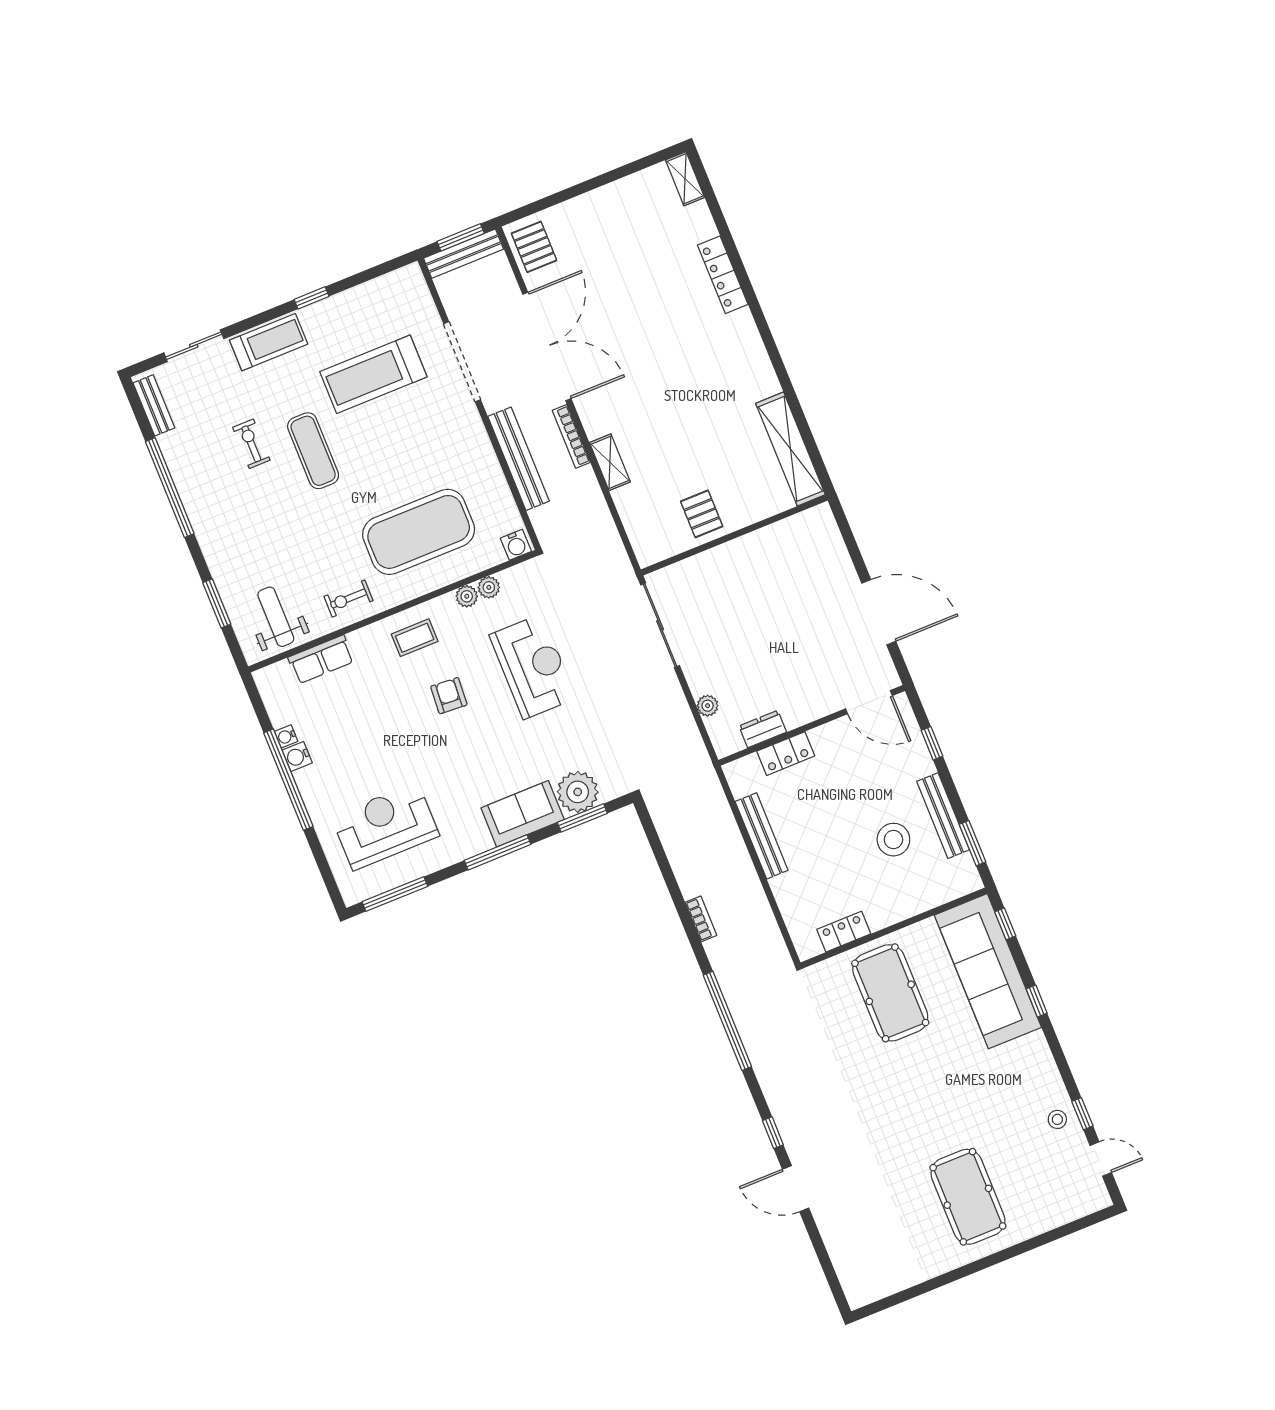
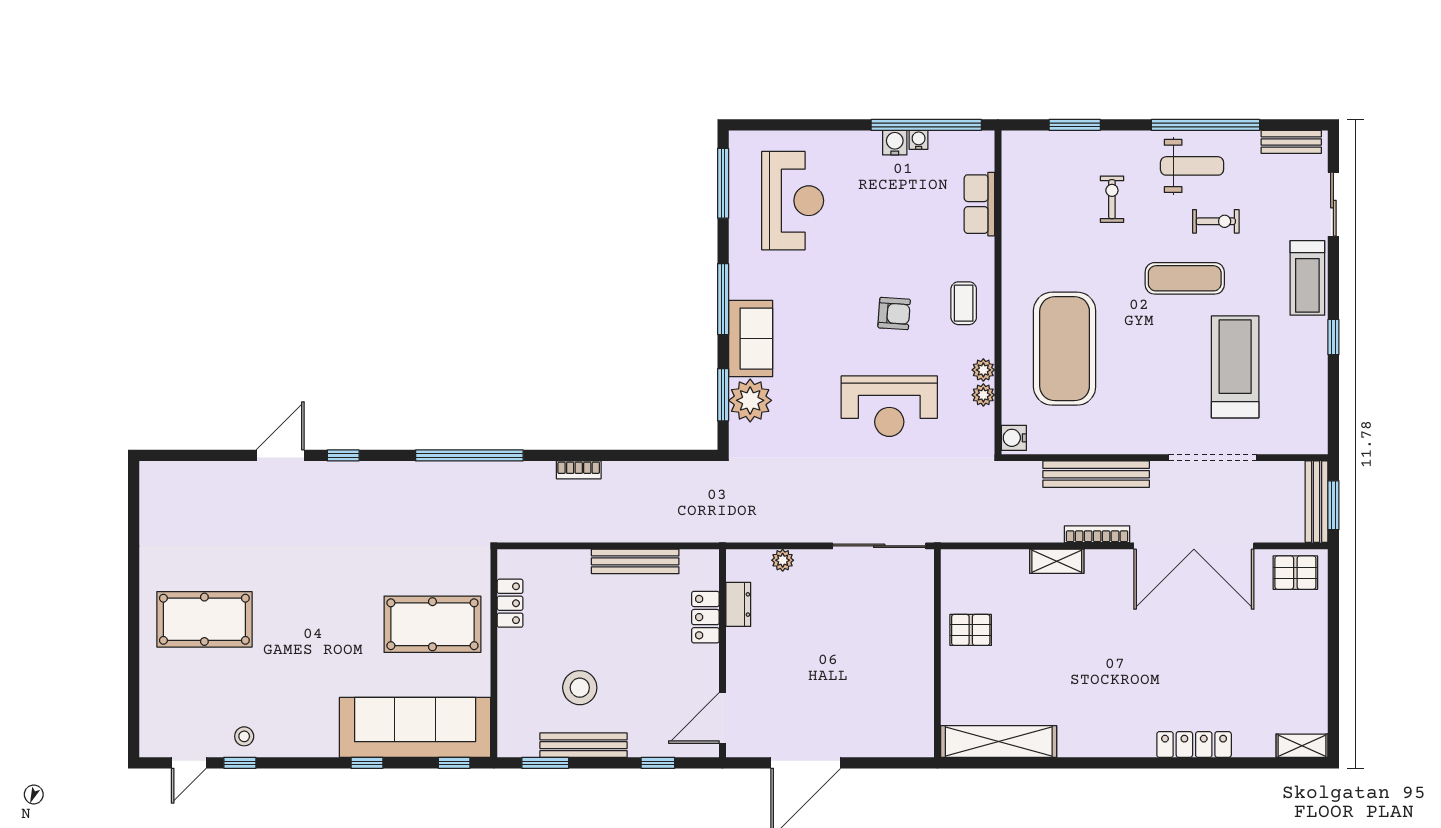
exercise bike: (348, 599) -> (1112, 199), moved
weight bench: (276, 617) -> (1192, 166), moved
window: (288, 780) -> (926, 125), moved

